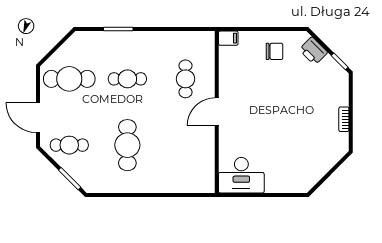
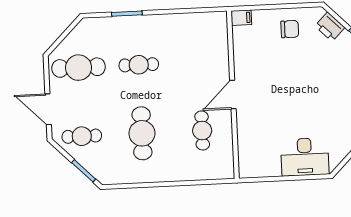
cafe table: (185, 79) -> (202, 130), moved
desk: (241, 175) -> (305, 157), moved

